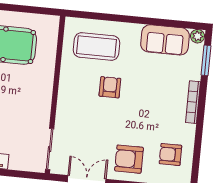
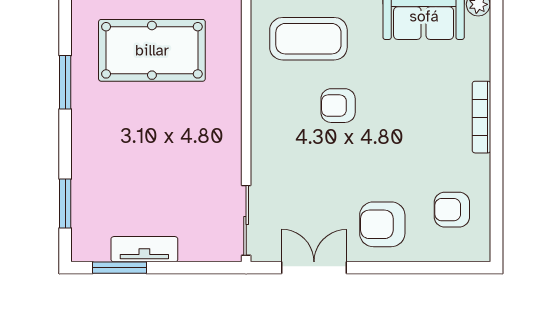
window: (206, 60) -> (497, 44), removed
armchair: (110, 87) -> (338, 106), turned -90

